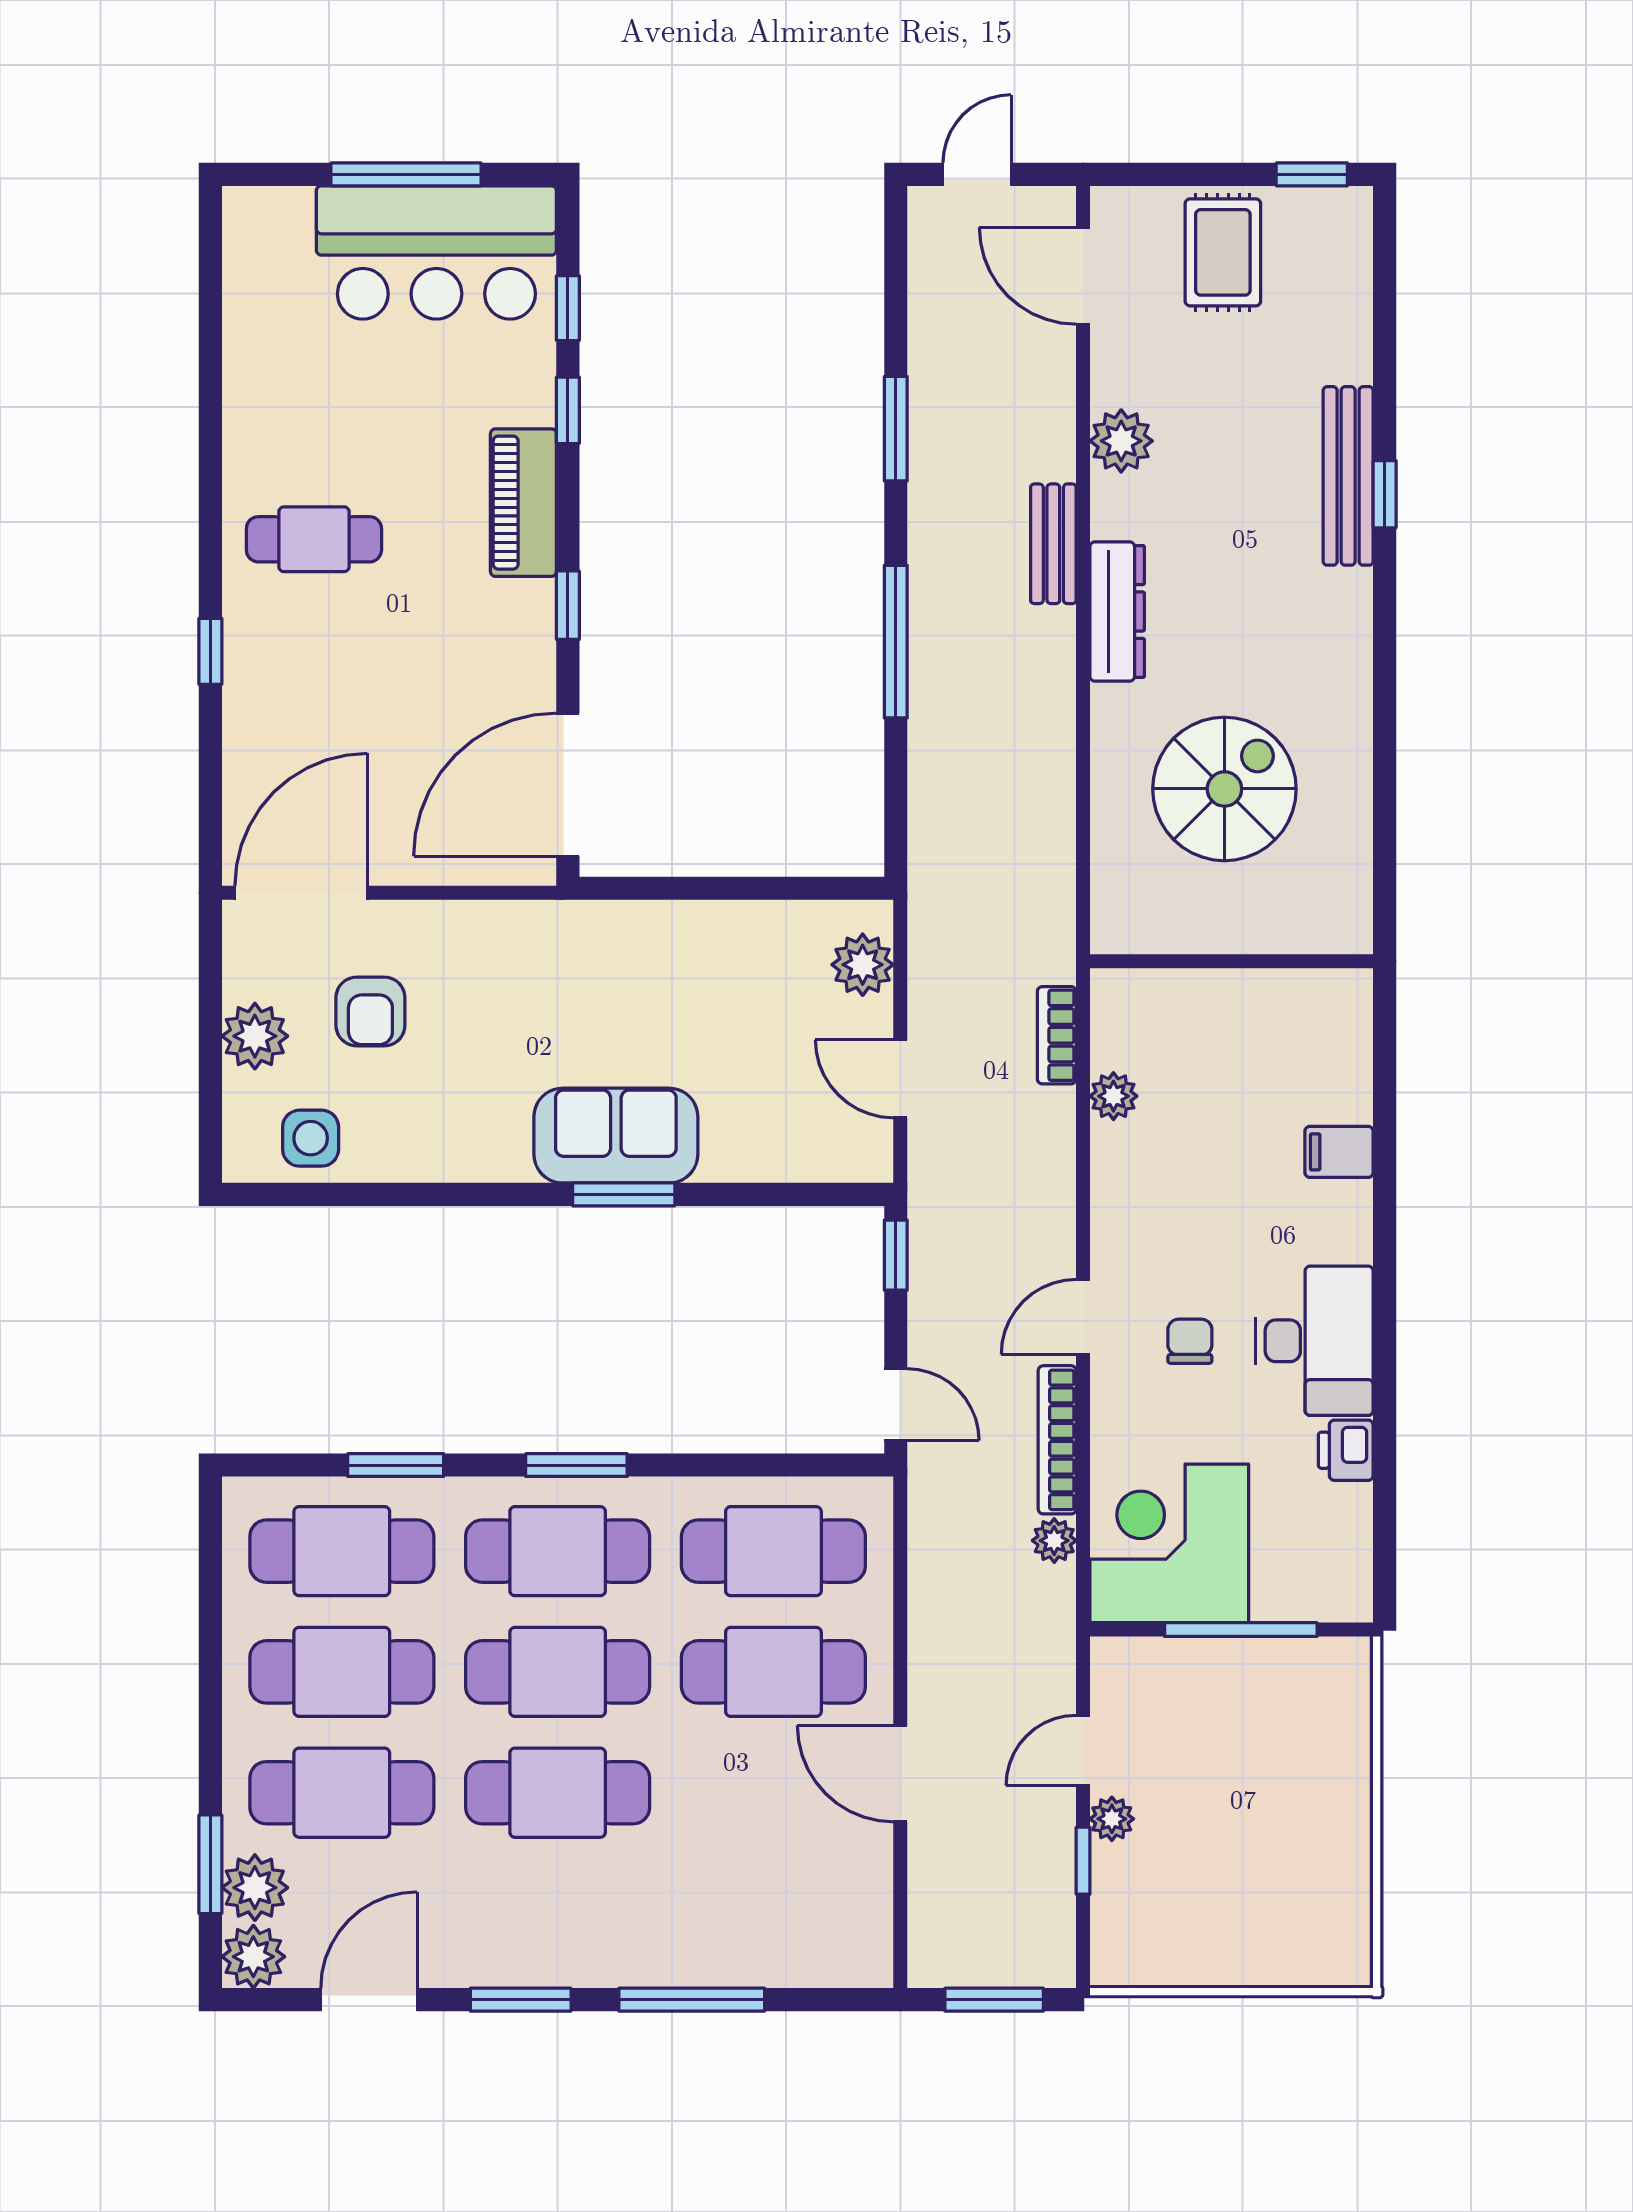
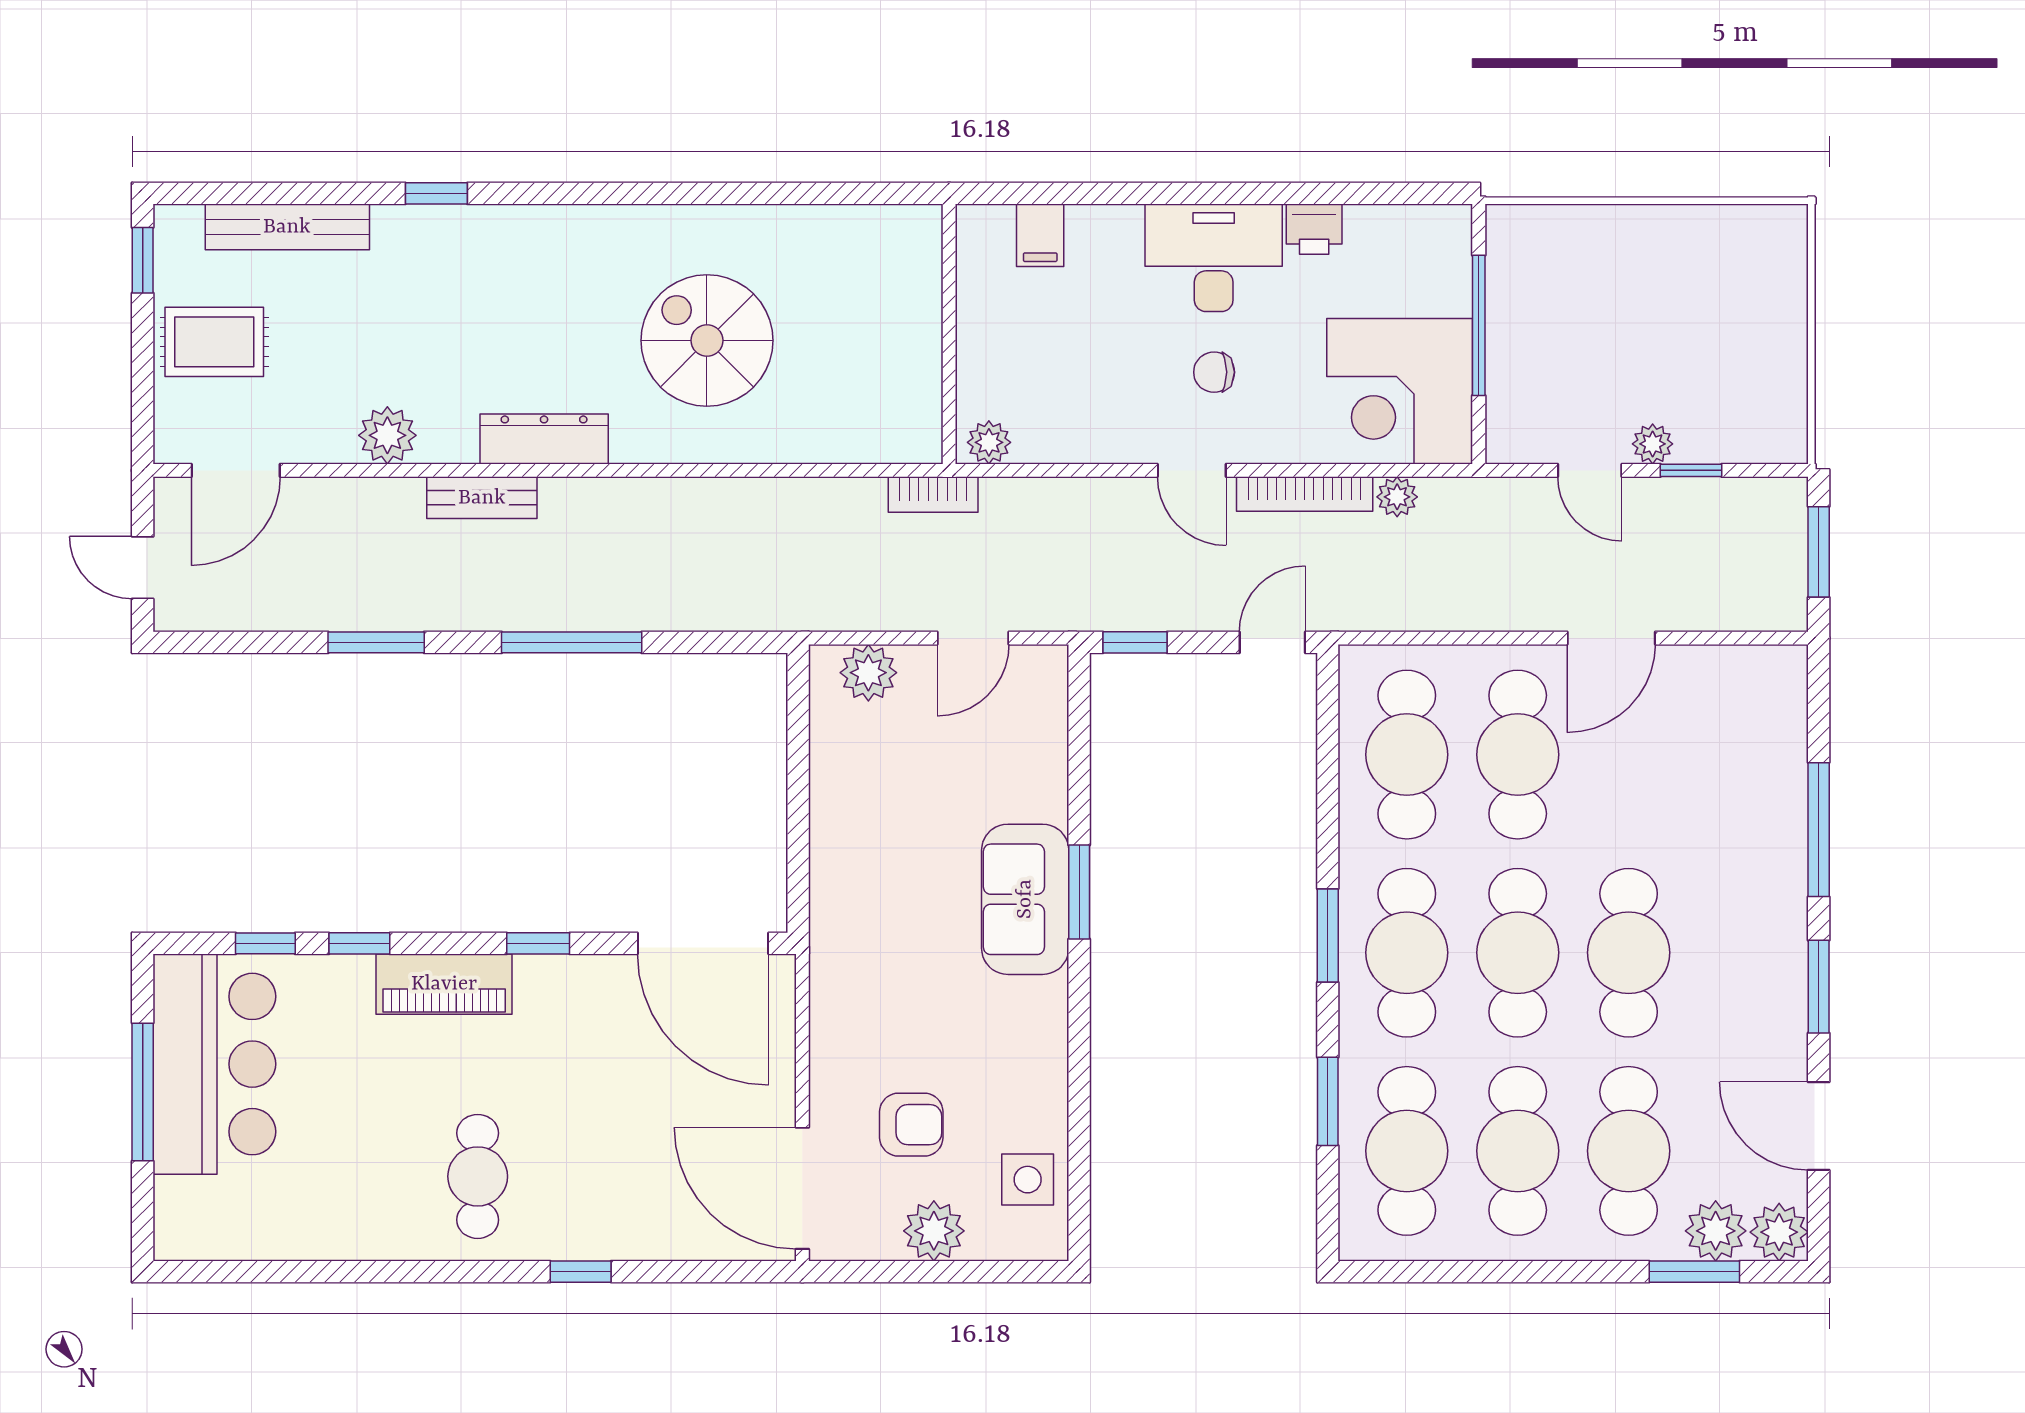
bench: (1348, 476) -> (287, 227), moved
wall: (1232, 961) -> (949, 334), moved

